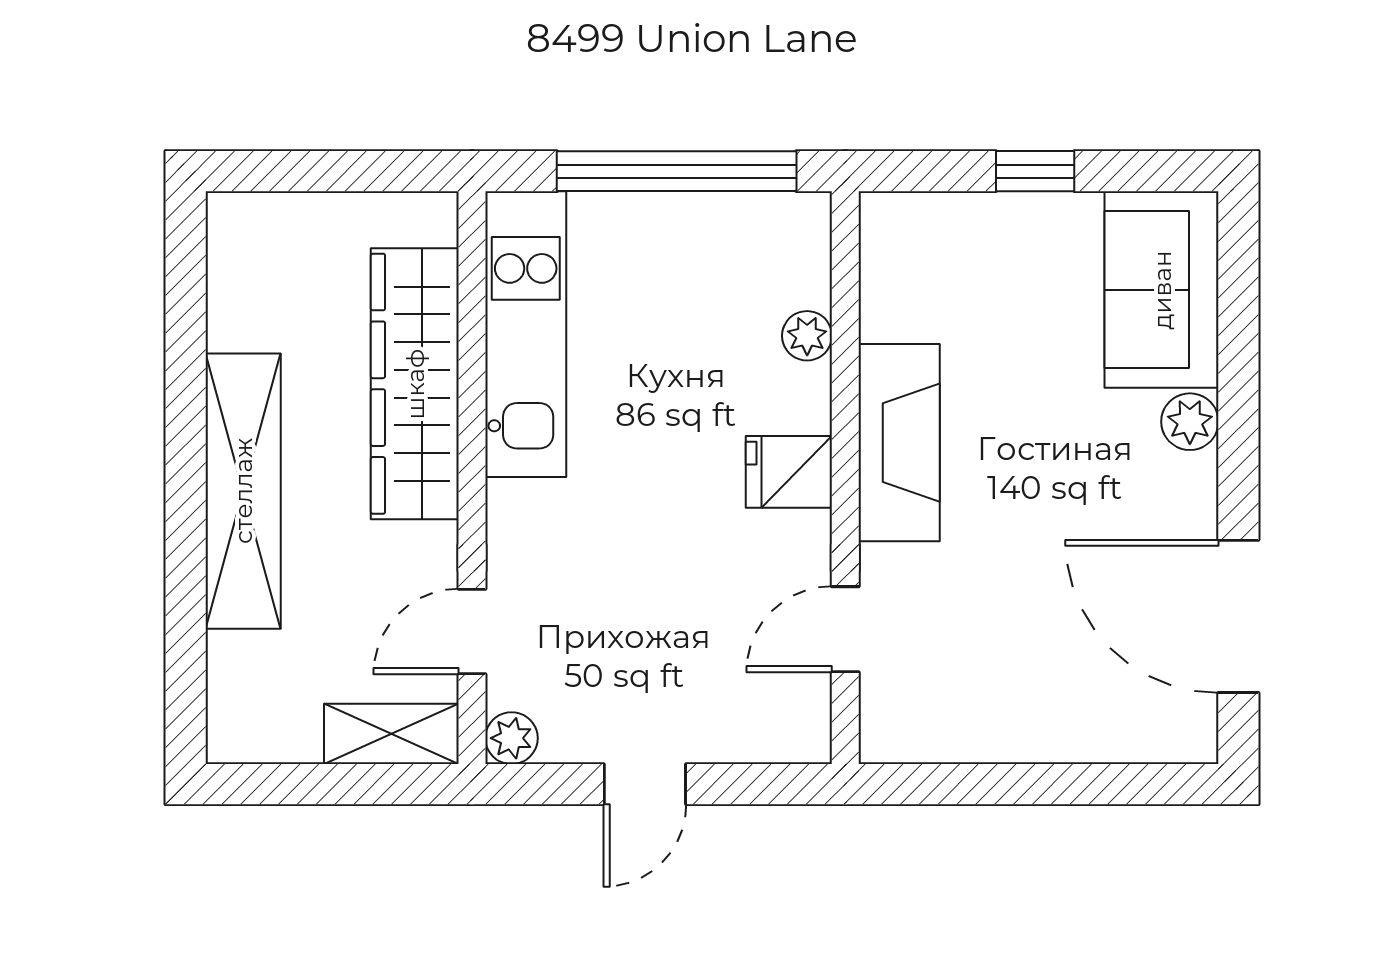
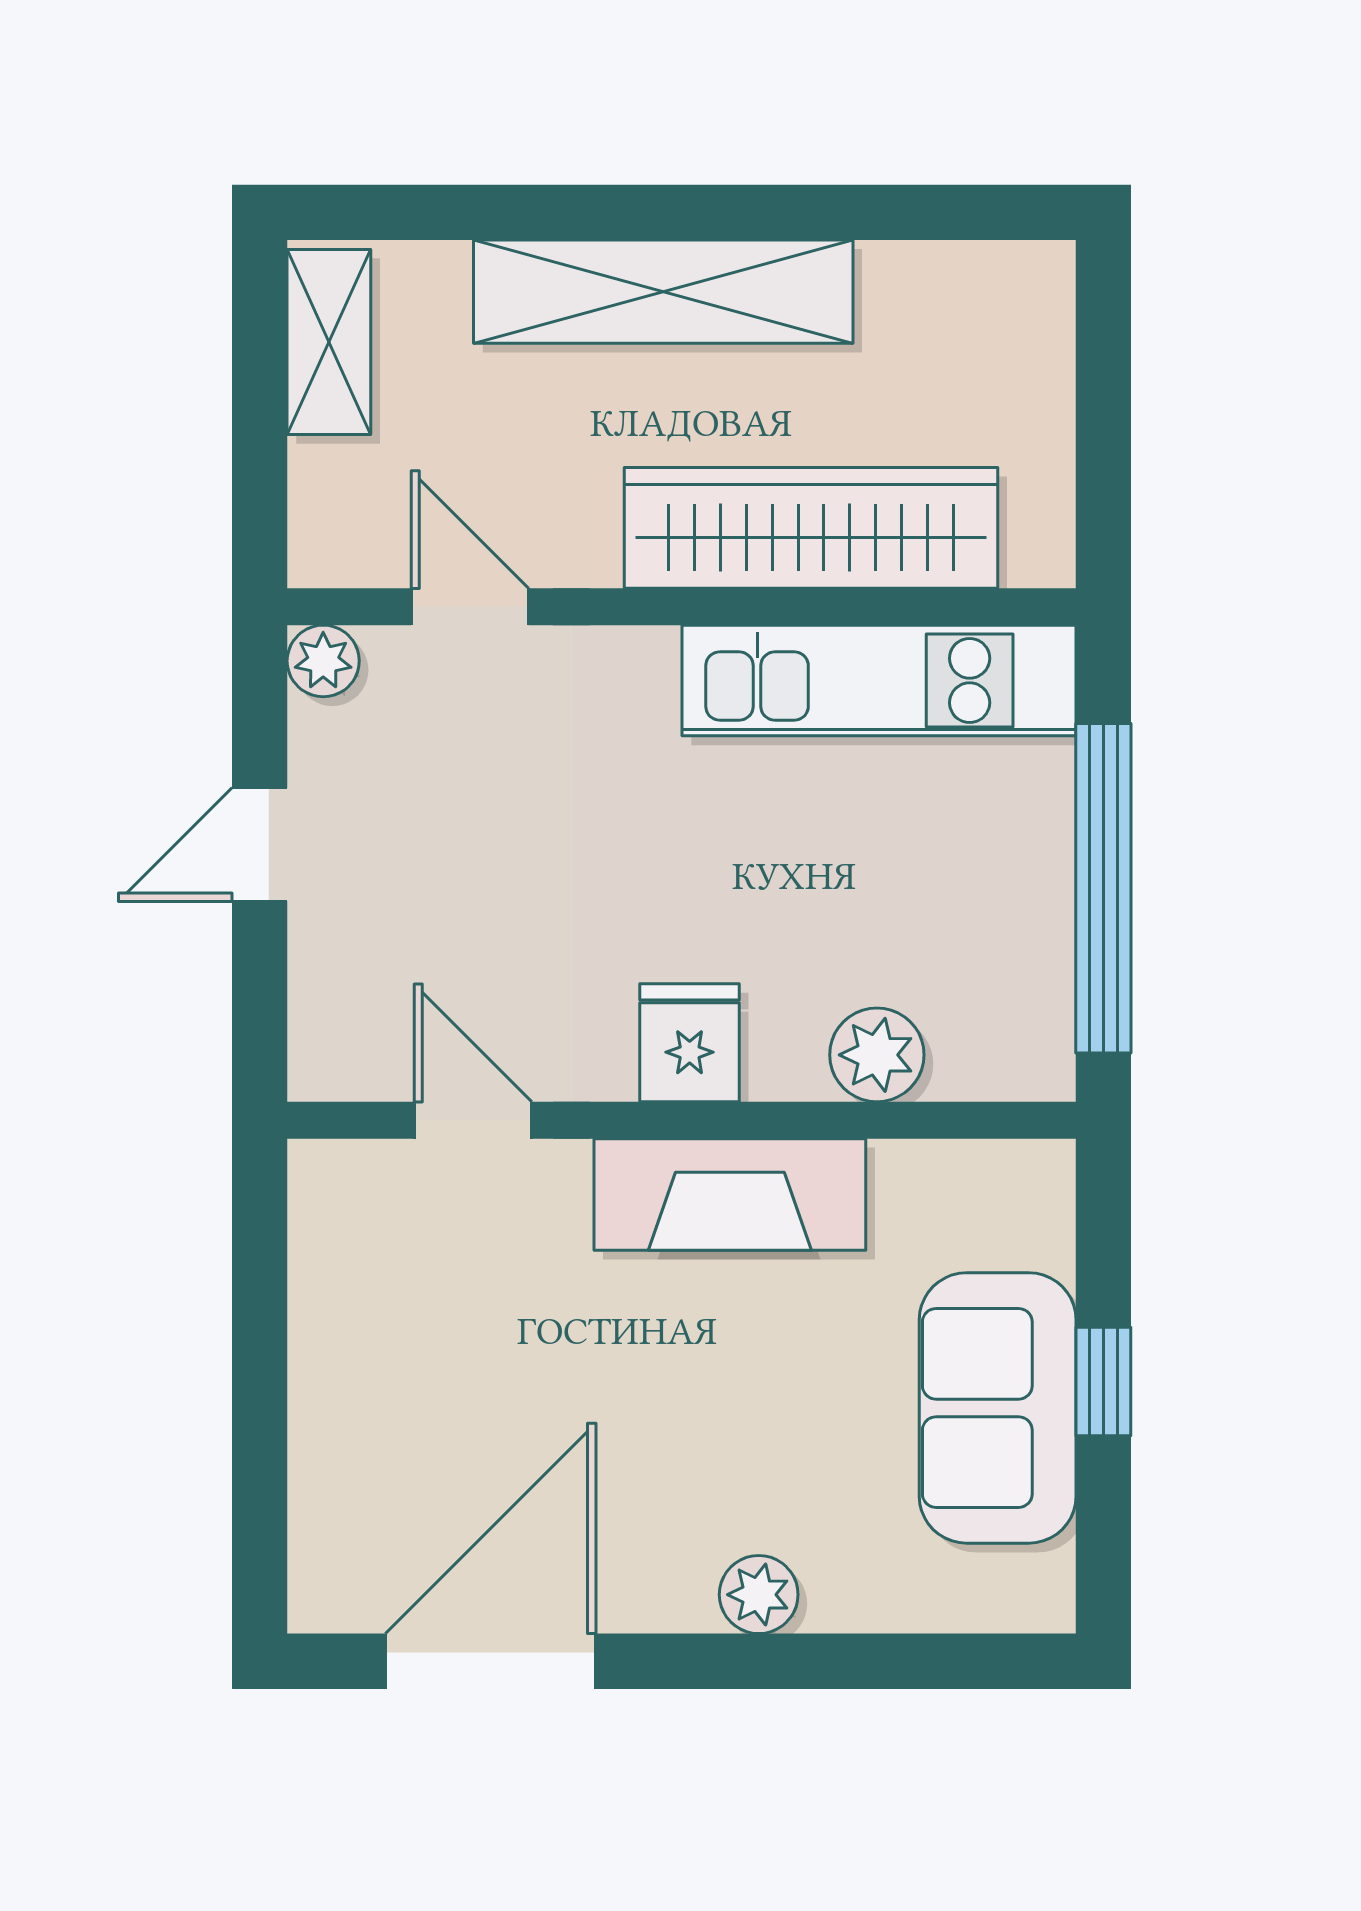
sofa: (1162, 290) -> (998, 1408), moved, turned -90
plant: (807, 336) -> (877, 1055), width x1.38, depth x1.38
shelving: (391, 734) -> (329, 342), moved
door: (645, 784) -> (260, 844), hinge flipped

